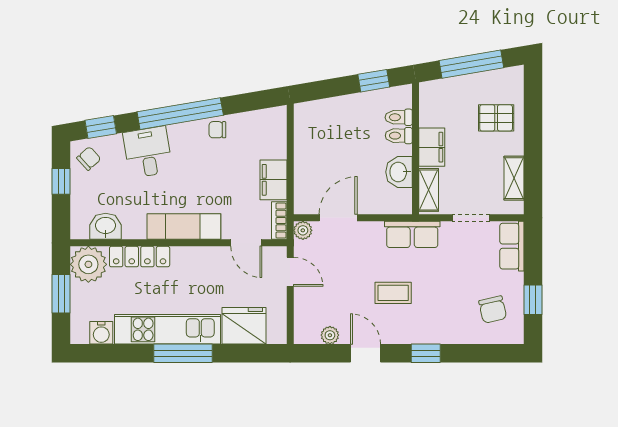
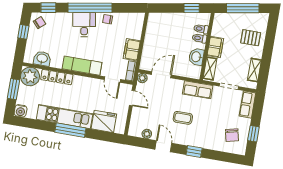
desk: (148, 152) -> (84, 25), moved
water cooler: (101, 333) -> (21, 111), moved

